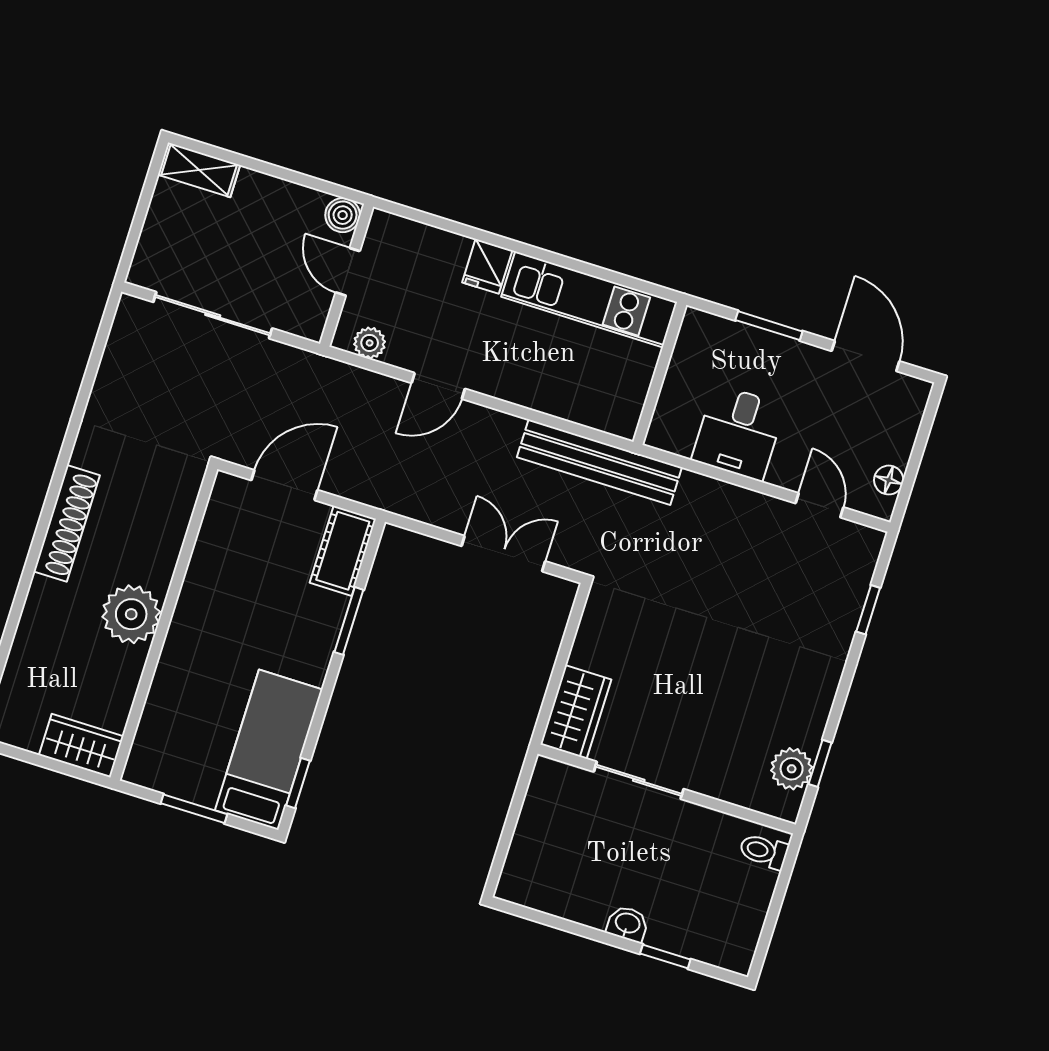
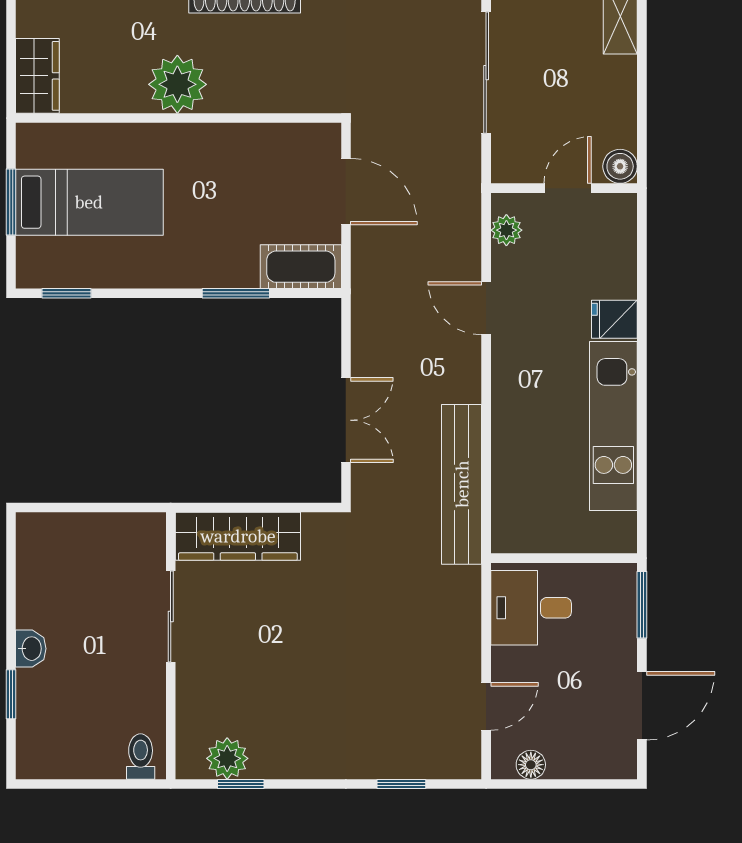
wall: (660, 373) -> (564, 558), moved
wardrobe: (576, 712) -> (238, 536), width x1.50
bed: (269, 750) -> (89, 202), moved

